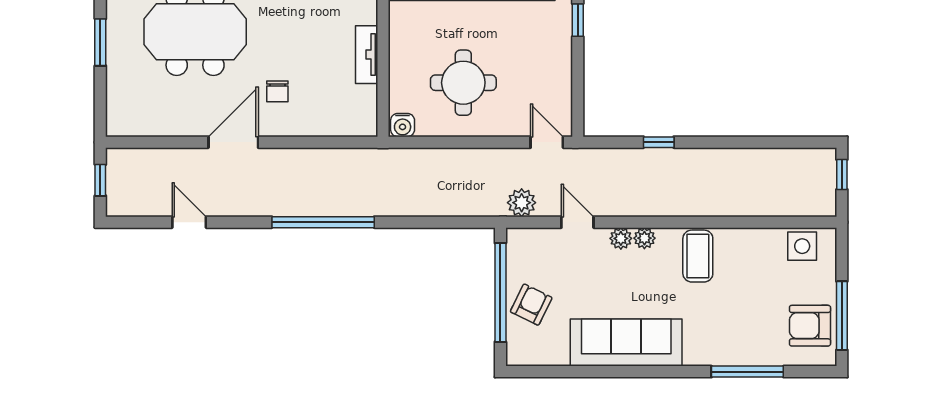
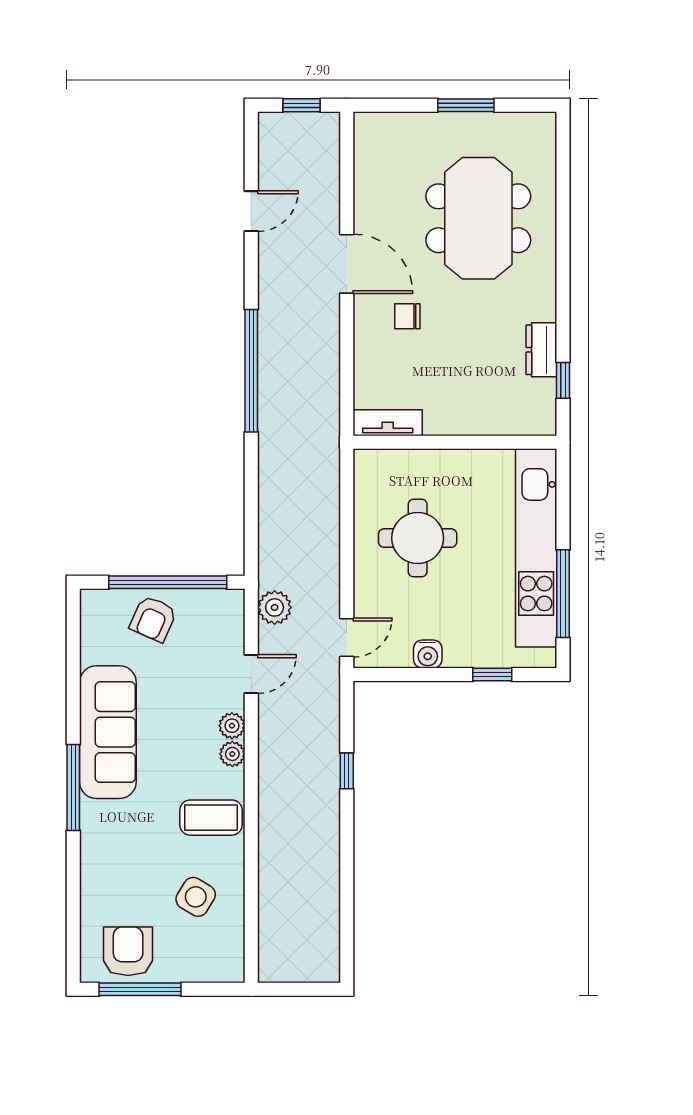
tv unit: (367, 55) -> (388, 423), moved
water cooler: (403, 125) -> (428, 654), moved, turned -90
window: (842, 175) -> (308, 989), removed
side table: (802, 246) -> (196, 897), moved, turned 31
armchair: (531, 305) -> (153, 619), turned 88
window: (747, 372) -> (73, 788), moved

